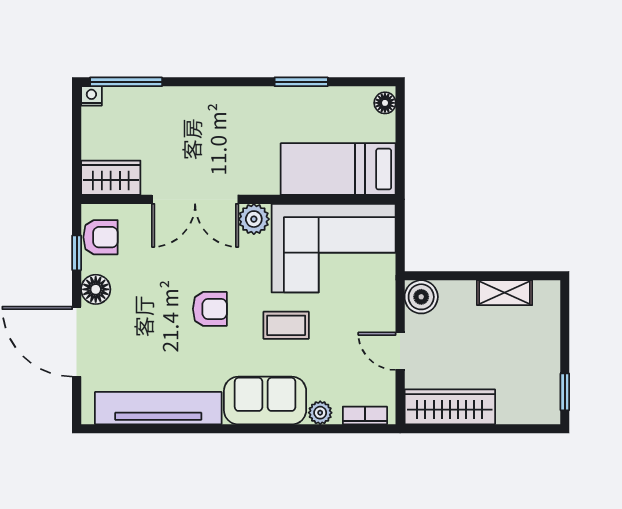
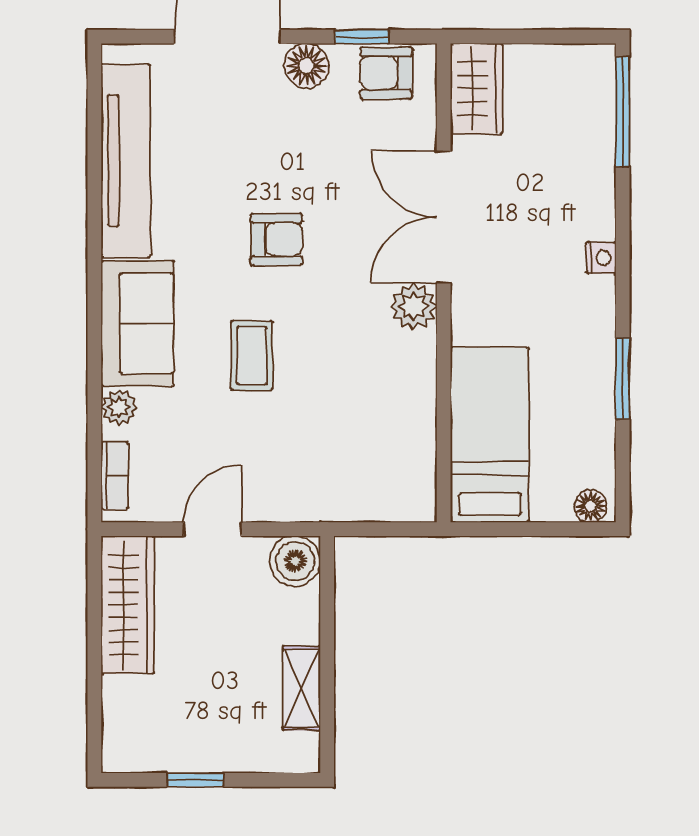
nightstand: (91, 96) -> (601, 258), moved
armchair: (101, 237) -> (386, 73), turned 90
corner sofa: (334, 248) -> (369, 428), removed
armchair: (210, 309) -> (277, 239), turned -90
window: (565, 392) -> (195, 780), moved

